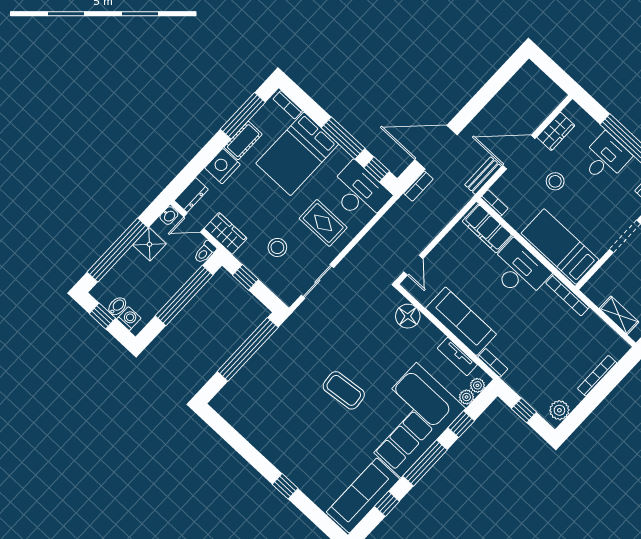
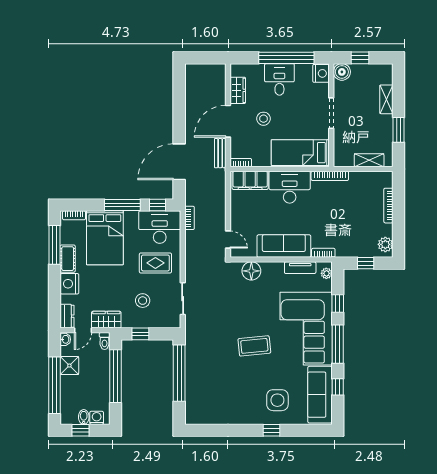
bookcase: (418, 186) -> (189, 218), moved
plant: (467, 397) -> (326, 286), removed
side table: (318, 463) -> (277, 400), added

